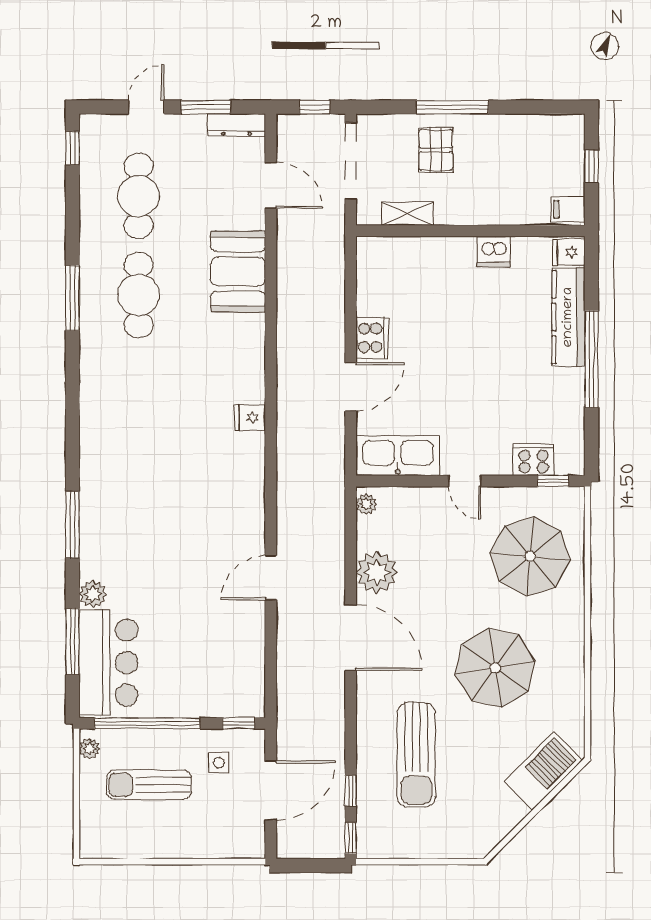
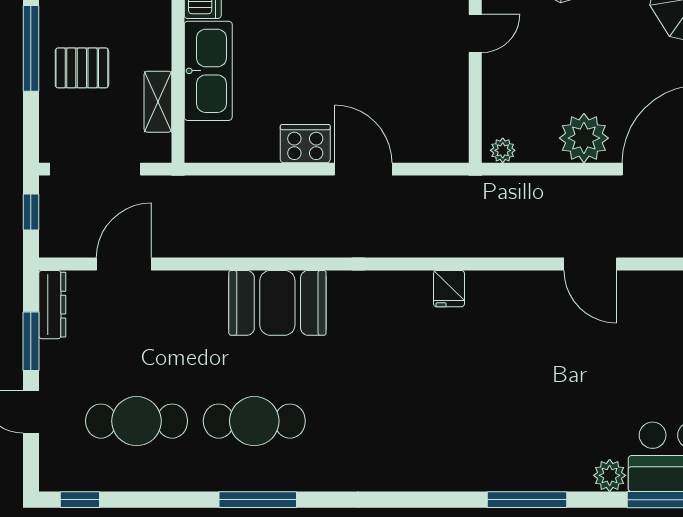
booth: (238, 272) -> (277, 303), moved
fridge: (250, 417) -> (449, 289), moved
kitchen sink: (398, 456) -> (208, 71), moved, turned 180

